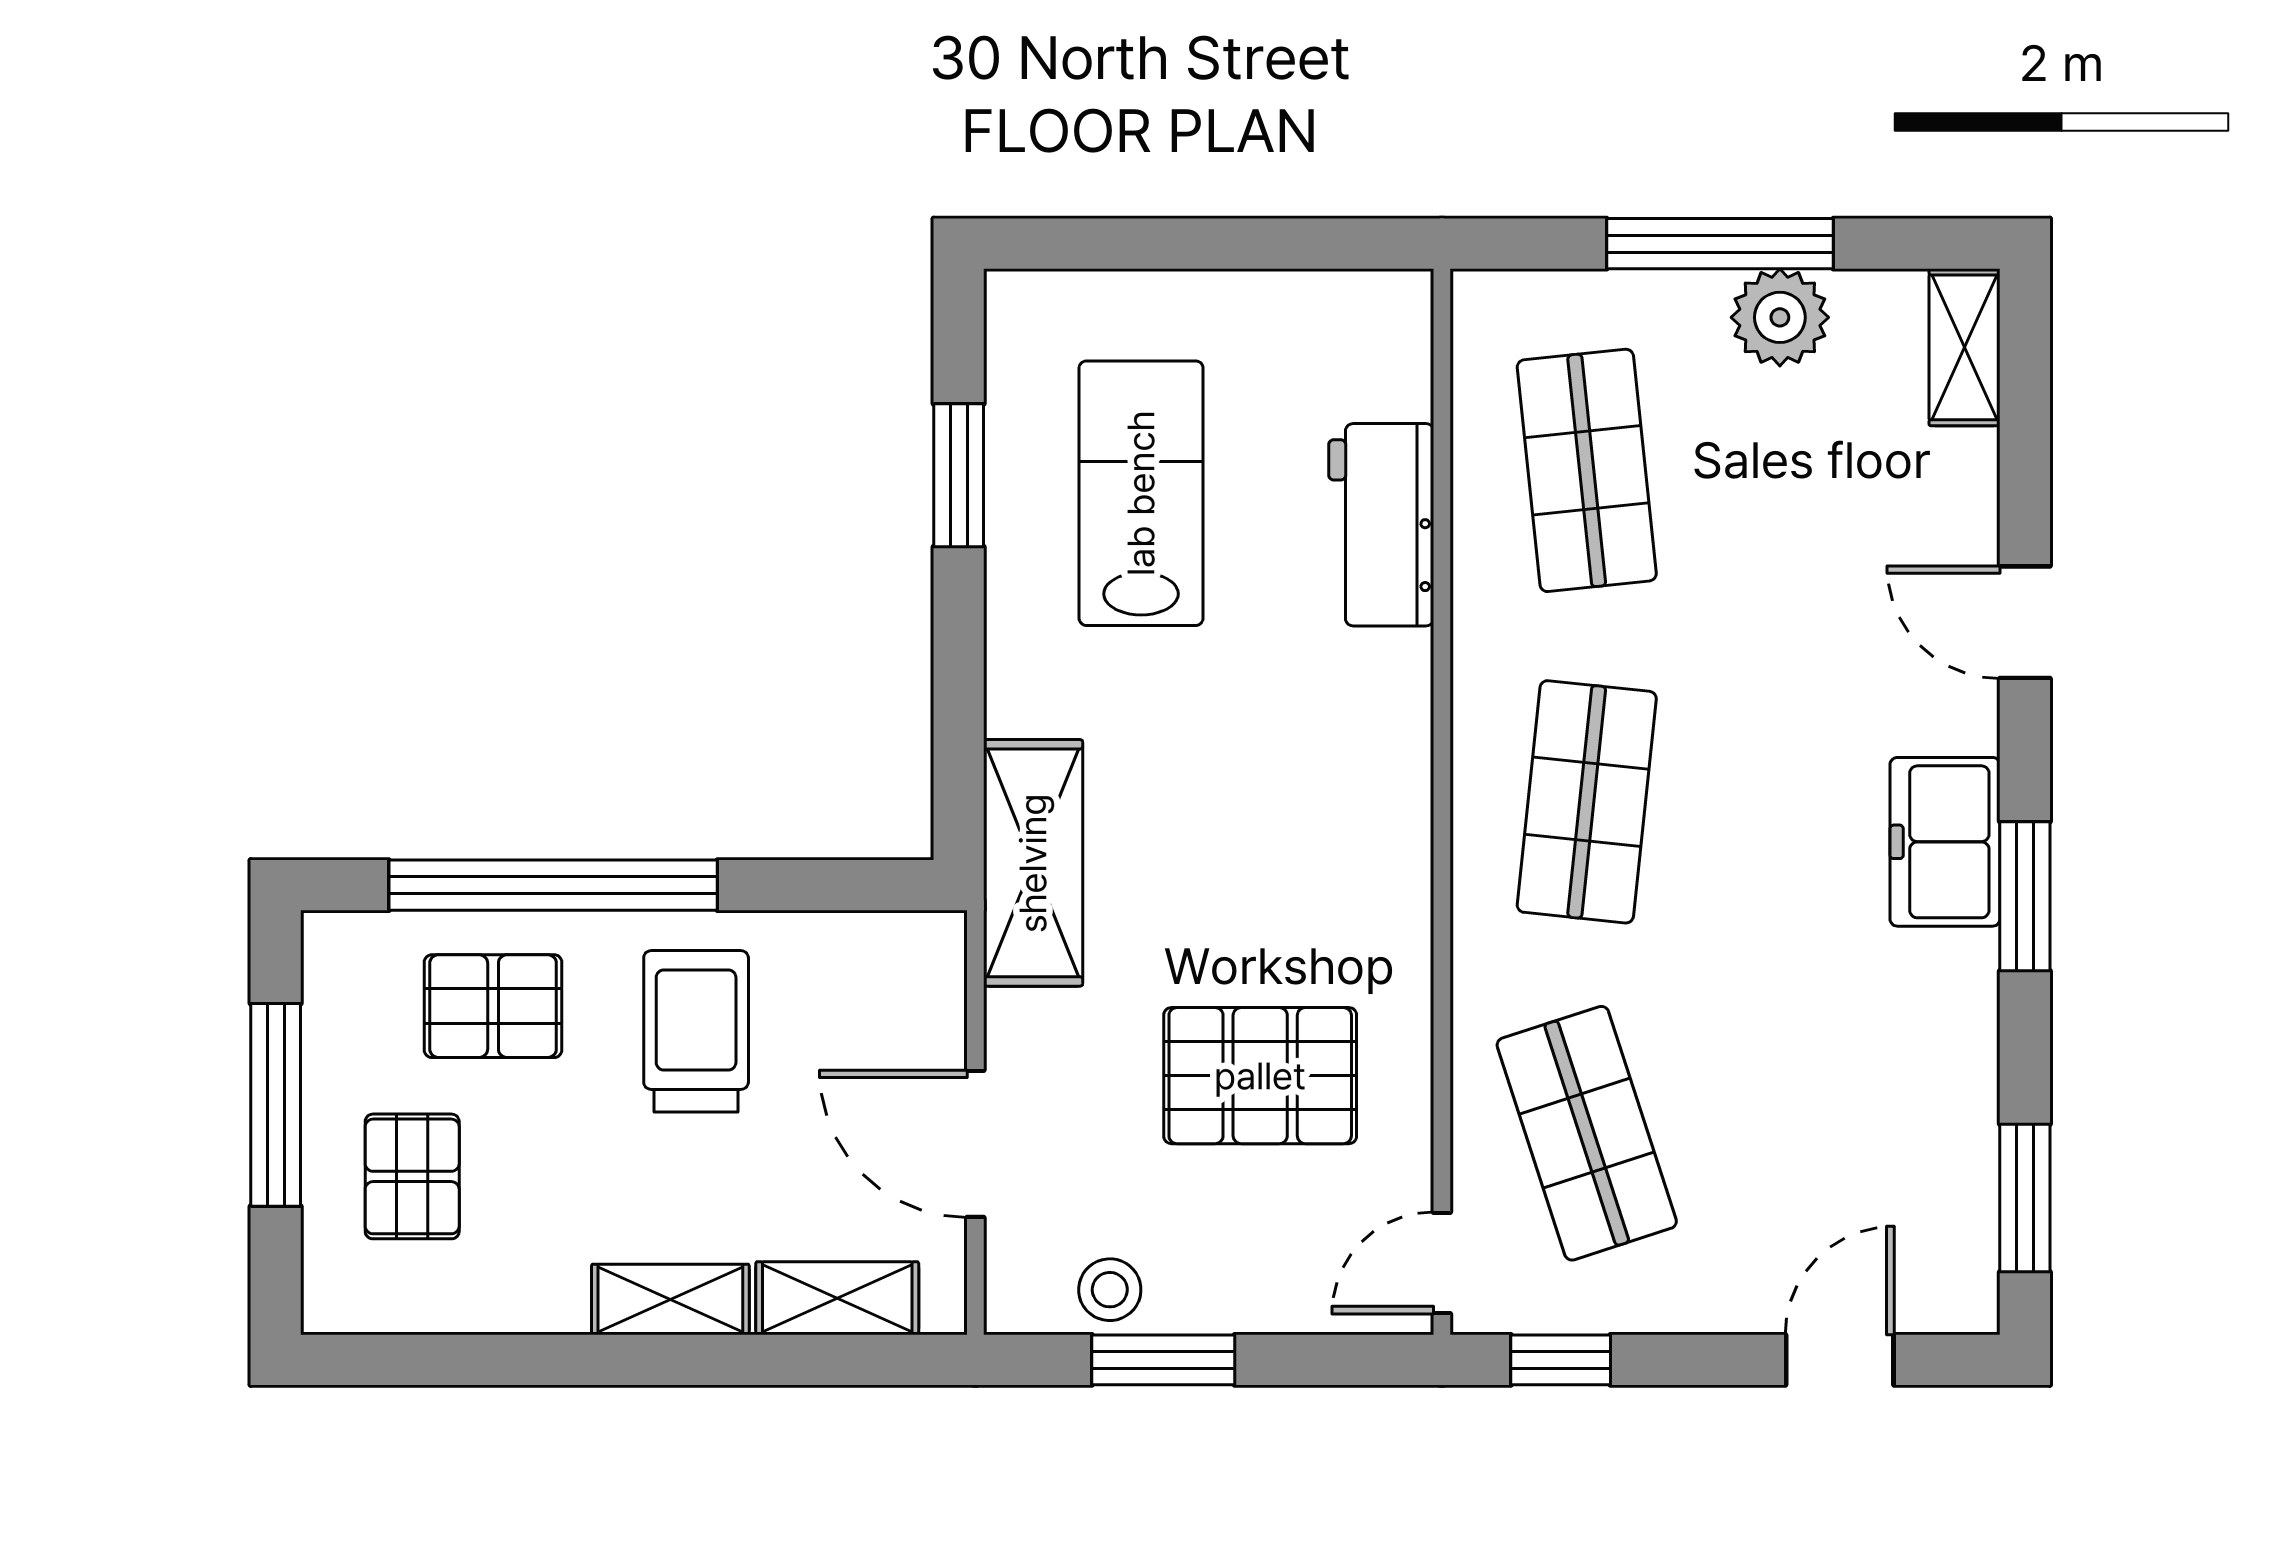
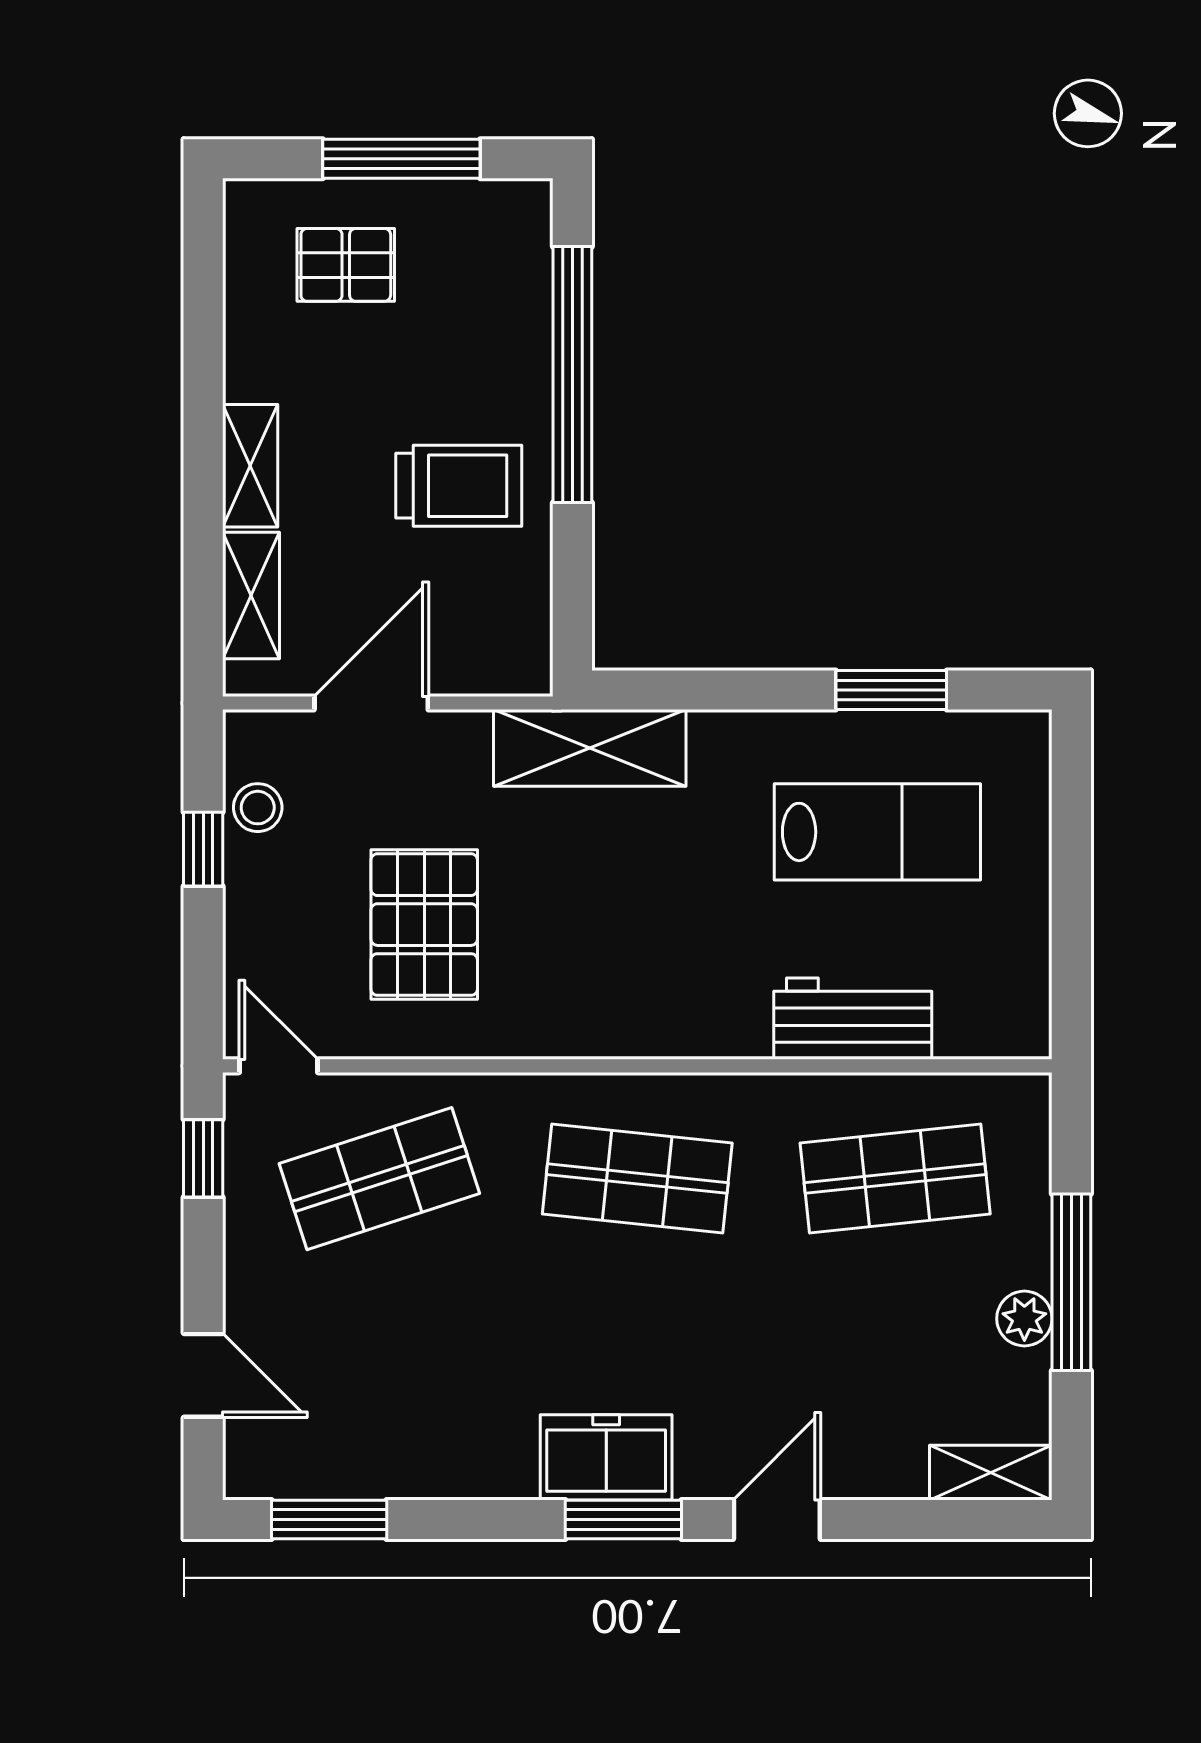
plant: (1780, 317) -> (1024, 1319), width x0.73, depth x0.73
window: (2025, 896) -> (623, 1519), moved
pallet: (493, 1006) -> (478, 328), removed
window: (1163, 1360) -> (203, 849), width x0.67

